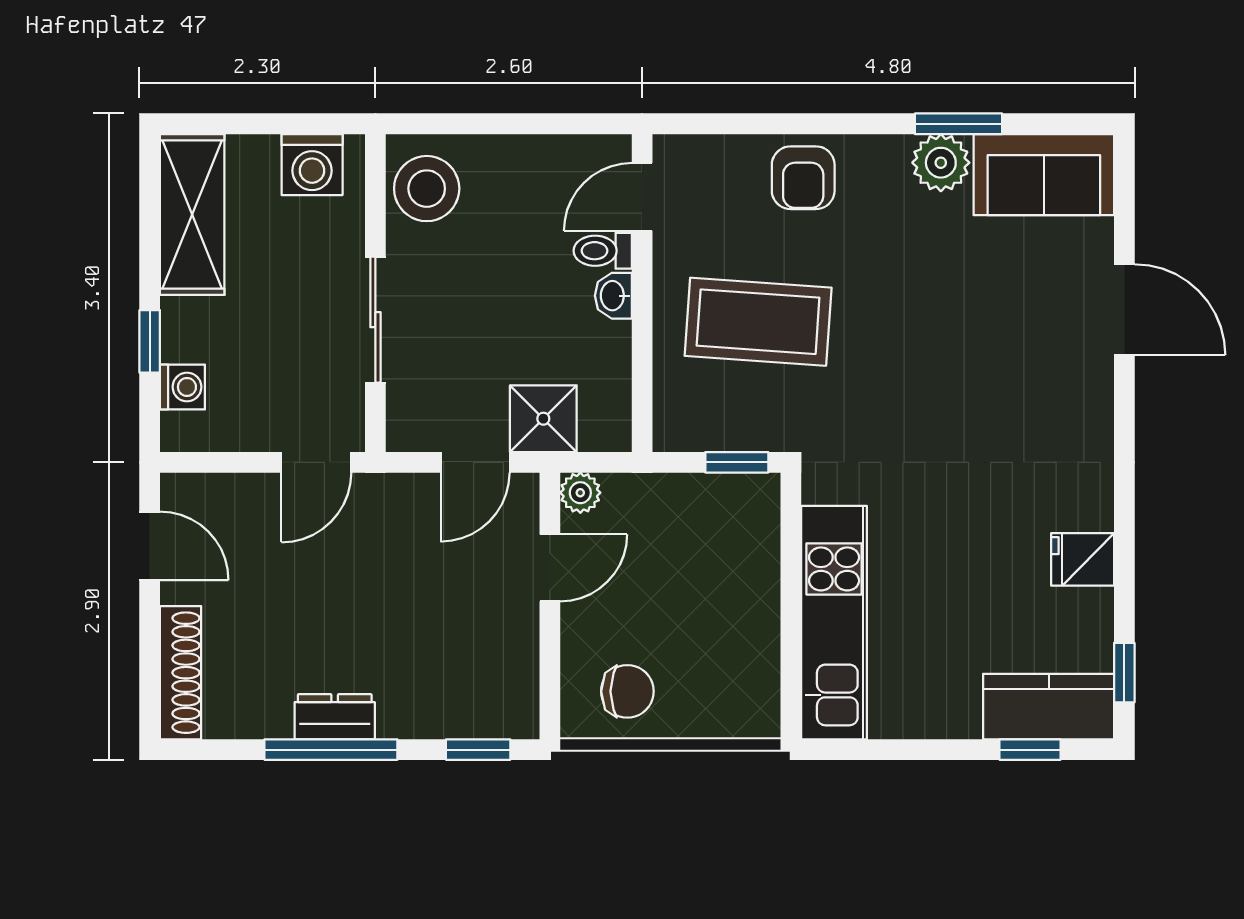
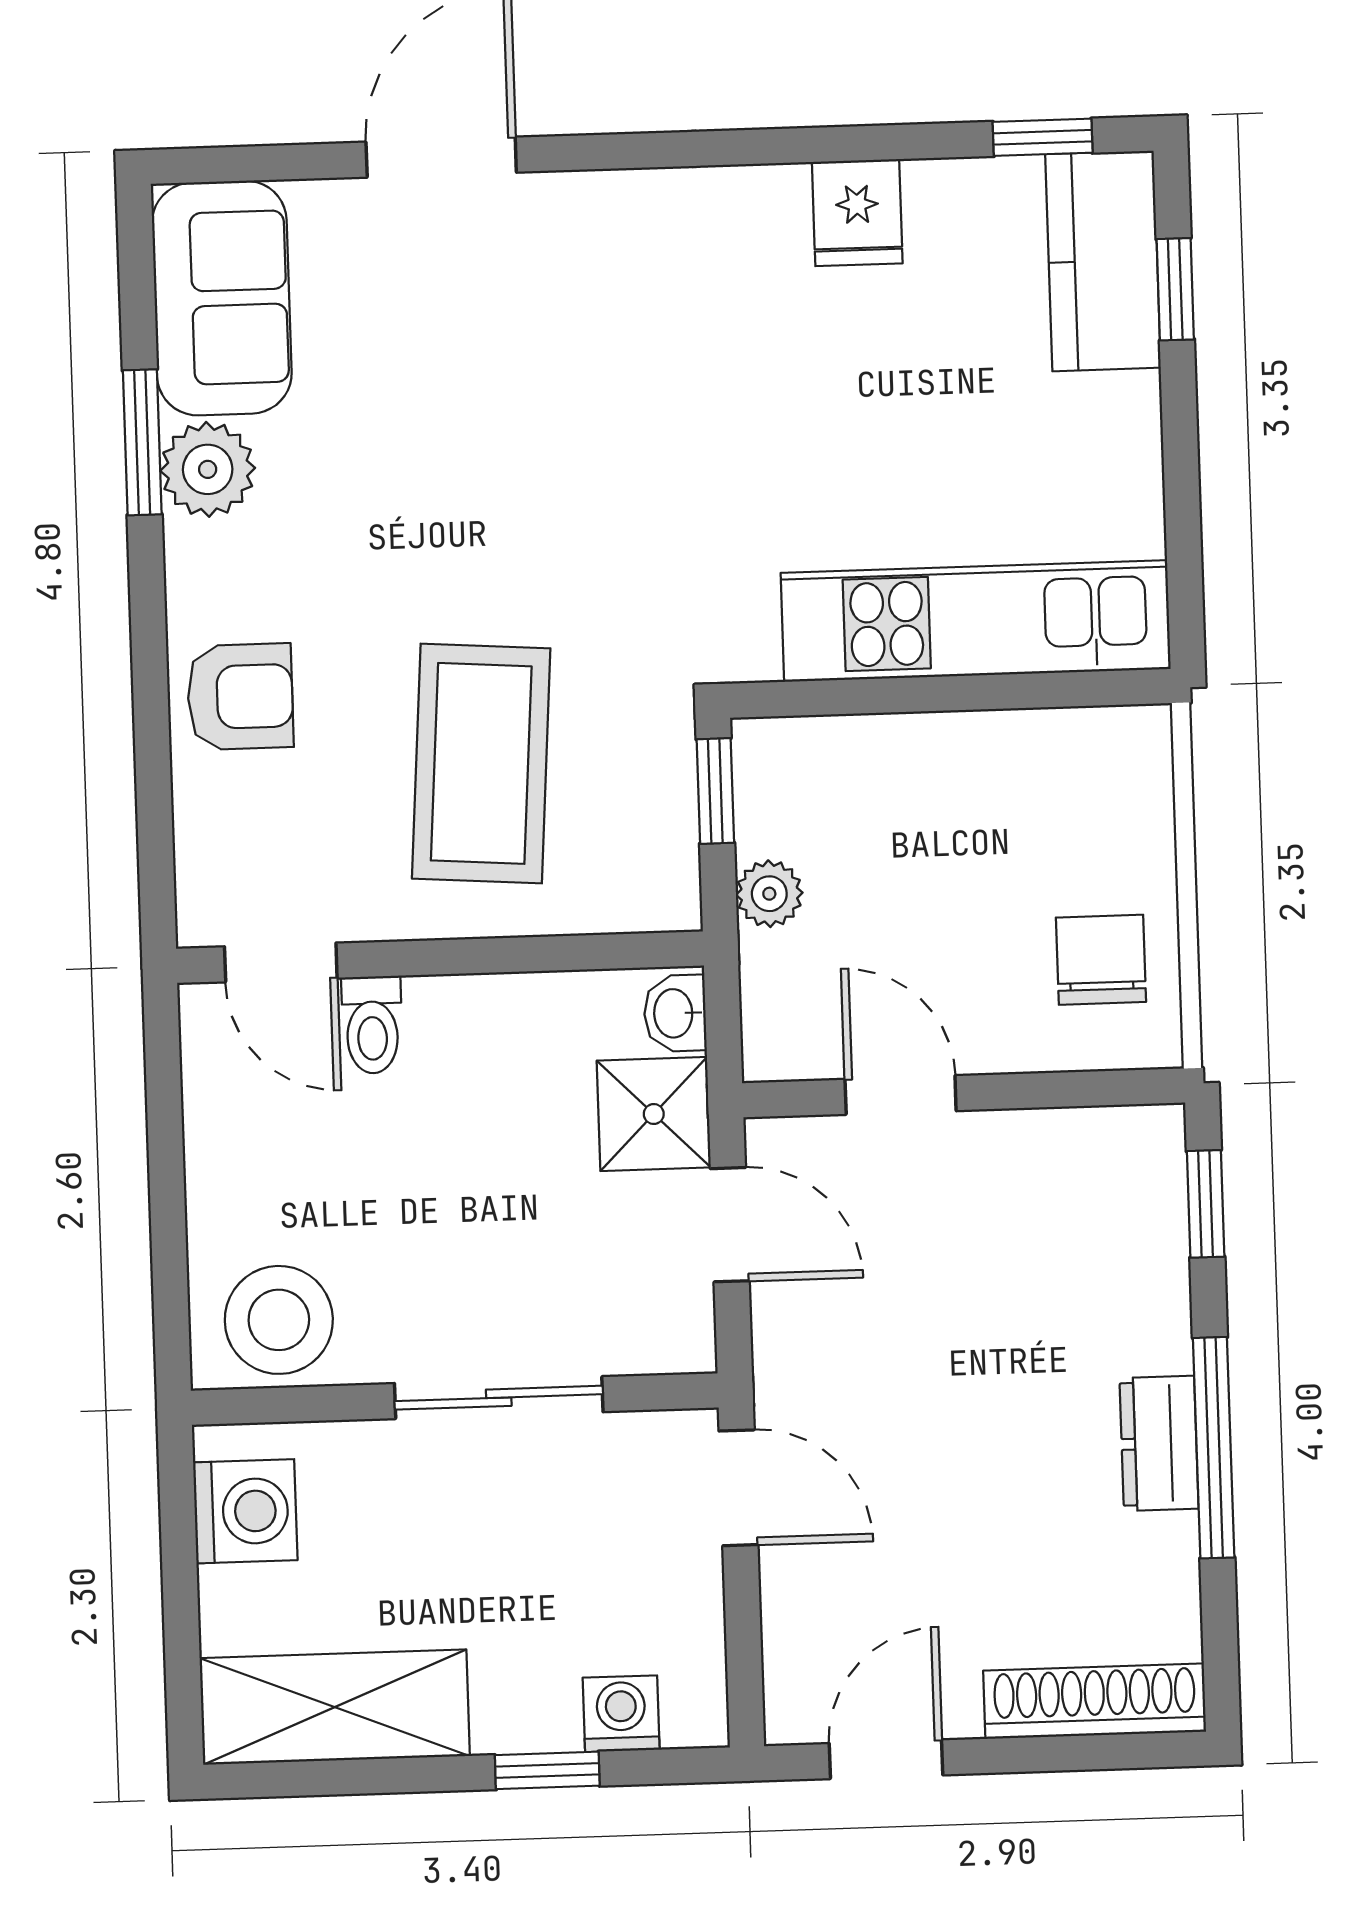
washbasin: (613, 296) -> (675, 1013), moved, turned 90
plant: (580, 493) -> (769, 894), moved

